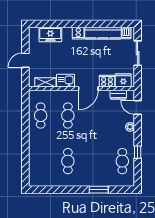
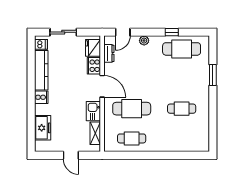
cafe table: (68, 116) -> (132, 109), width x1.37, depth x1.35
cafe table: (122, 161) -> (182, 49), width x1.37, depth x1.35

